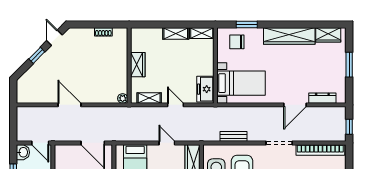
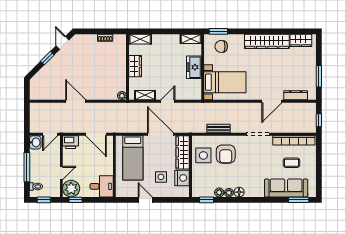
window: (247, 25) -> (218, 31), moved
shelving: (176, 34) -> (140, 39), moved
window: (349, 65) -> (319, 76), moved
freezer: (205, 89) -> (194, 67), moved
door: (175, 105) -> (168, 101), hinge flipped
door: (40, 143) -> (50, 134), hinge flipped
door: (167, 143) -> (161, 134), width x1.87
printer: (64, 152) -> (71, 142), added

